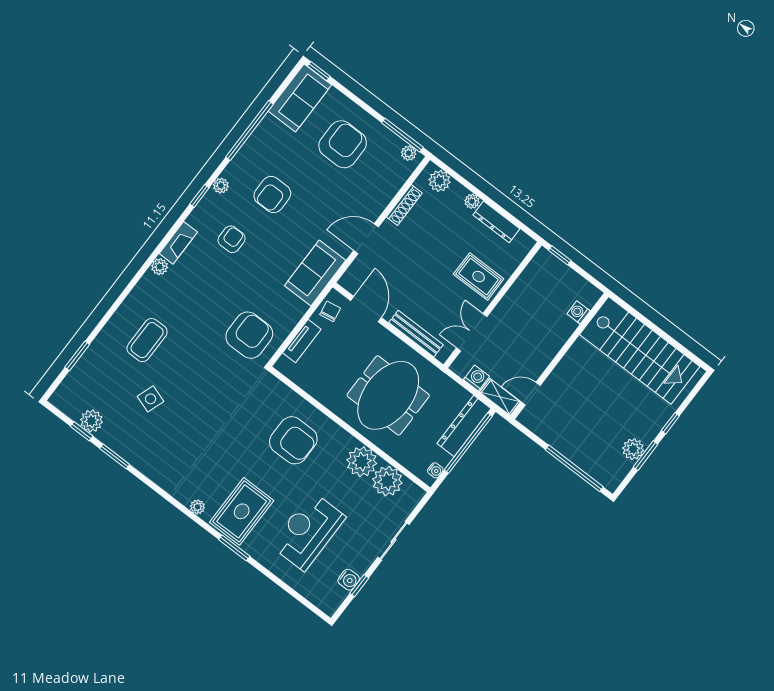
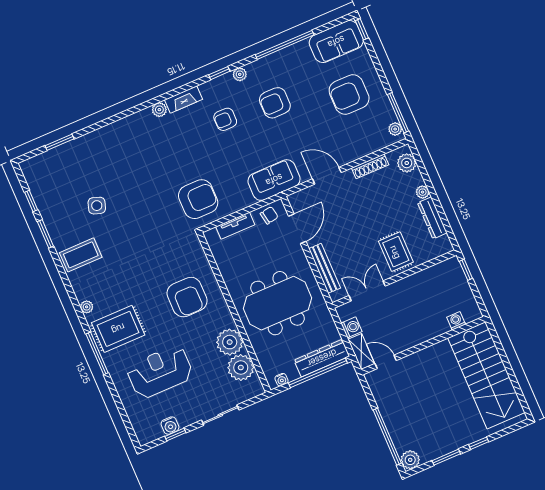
armchair: (343, 144) -> (349, 94), turned 180
armchair: (232, 239) -> (225, 119), turned 180
coffee table: (147, 340) -> (81, 255), moved
plant: (91, 421) -> (43, 197), removed
plant: (633, 449) -> (410, 460), moved
window: (234, 548) -> (97, 353), width x1.44

